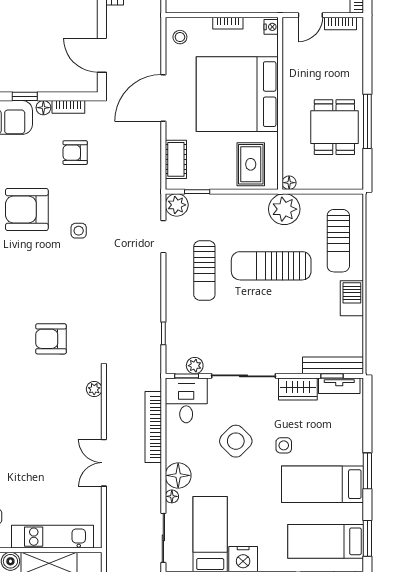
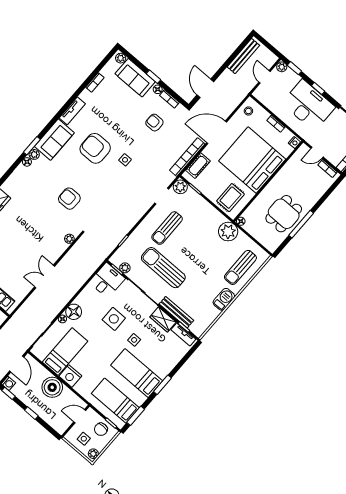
armchair: (27, 209) -> (95, 148), moved
sun lounger: (271, 266) -> (163, 268), moved
bench: (333, 365) -> (176, 312), moved
bookcase: (153, 427) -> (187, 157), moved
side table: (236, 441) -> (114, 319), turned 45

